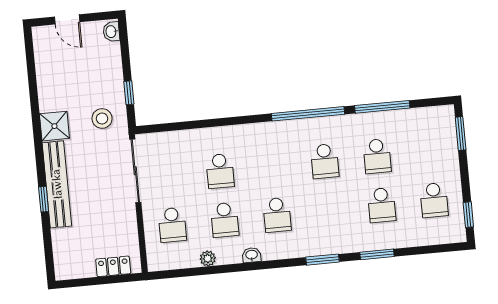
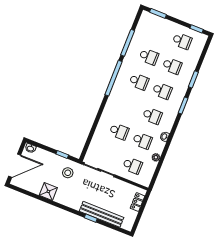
door: (67, 19) -> (15, 166), width x1.87
shower: (54, 126) -> (48, 191), moved
bench: (57, 184) -> (102, 214), moved
school desk: (329, 210) -> (162, 91), added

